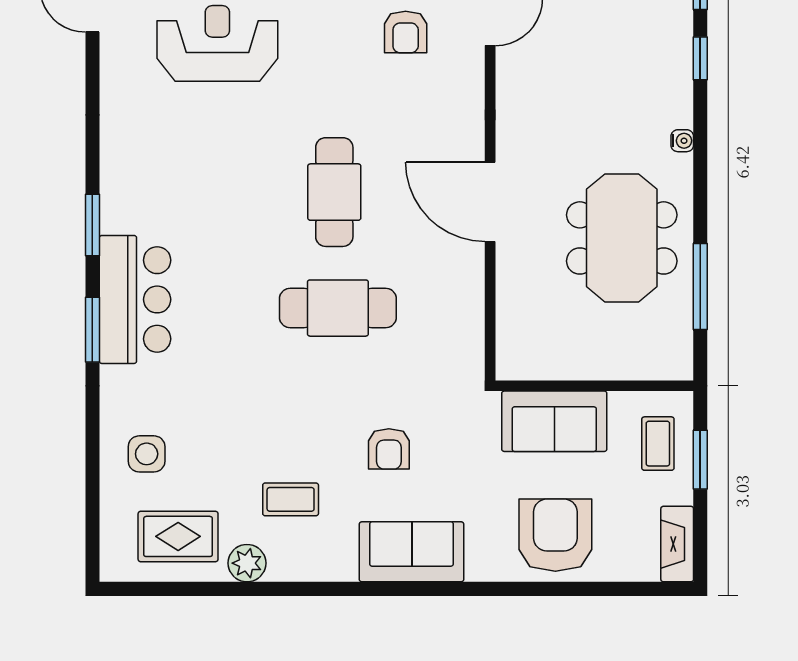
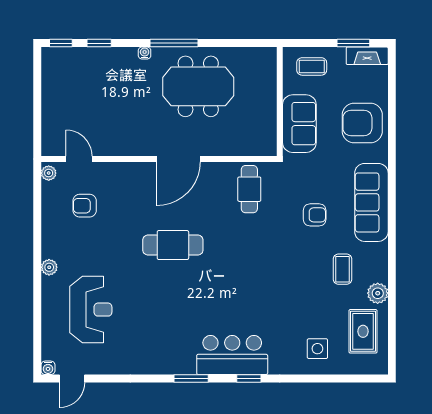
armchair: (406, 32) -> (85, 206), turned 180
reception desk: (217, 43) -> (91, 310), turned 180
window: (700, 286) -> (174, 43), moved
cafe table: (338, 308) -> (249, 189), moved, width x0.73, depth x0.74
window: (92, 330) -> (249, 378), width x0.67
window: (700, 460) -> (353, 43), moved
sofa: (412, 552) -> (371, 202), width x1.36

